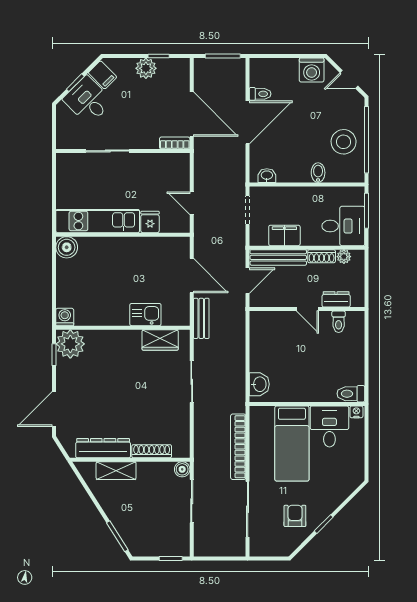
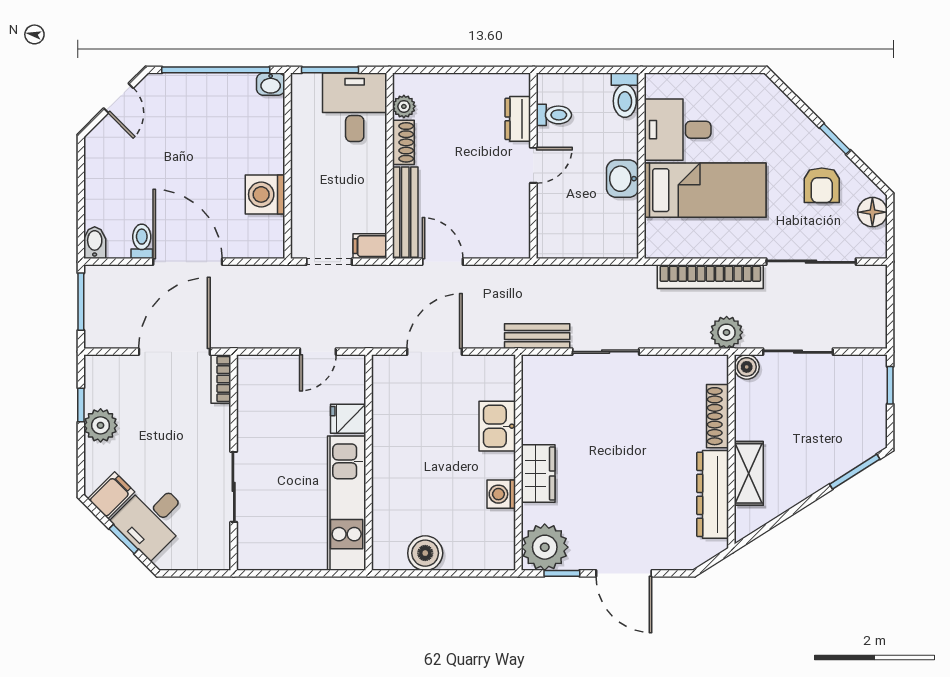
washing machine: (312, 70) -> (265, 194), moved, turned 180
stool: (344, 142) -> (219, 107), removed
bidet: (318, 173) -> (95, 243), moved, turned 90
washbasin: (267, 176) -> (271, 84), moved, turned -90
filing cabinet: (284, 235) -> (370, 246), moved, width x0.50
boiler: (67, 247) -> (425, 553), moved
dresser: (336, 299) -> (518, 119), moved
door: (307, 309) -> (533, 165), moved
wall: (307, 309) -> (533, 166), moved
washing machine: (65, 317) -> (501, 494), moved
bench: (201, 318) -> (537, 336), moved
toilet: (339, 322) -> (554, 115), moved
wardrobe: (160, 340) -> (538, 474), moved
washbasin: (259, 384) -> (622, 179), moved, turned -90
door: (54, 409) -> (624, 573), moved
nightstand: (356, 412) -> (654, 86), removed
plant: (204, 457) -> (727, 332), added
armchair: (295, 516) -> (822, 185), turned -90
floor lamp: (278, 547) -> (872, 212), added

